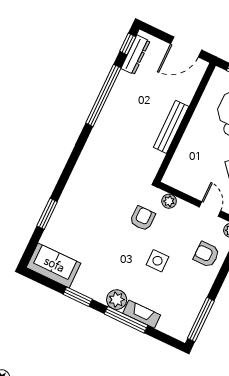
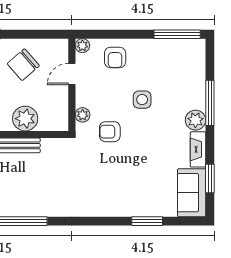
plant: (190, 148) -> (25, 119), added
window: (78, 297) -> (210, 179), moved
fireplace: (142, 314) -> (198, 149), moved

